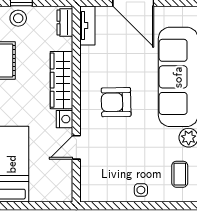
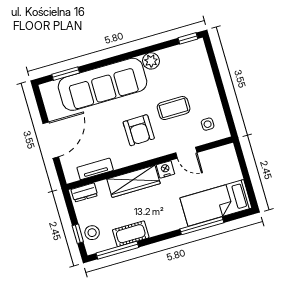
tv unit: (87, 25) -> (95, 169), moved
coffee table: (180, 174) -> (174, 108), moved, width x1.36, depth x1.30
side table: (141, 190) -> (208, 124), moved

